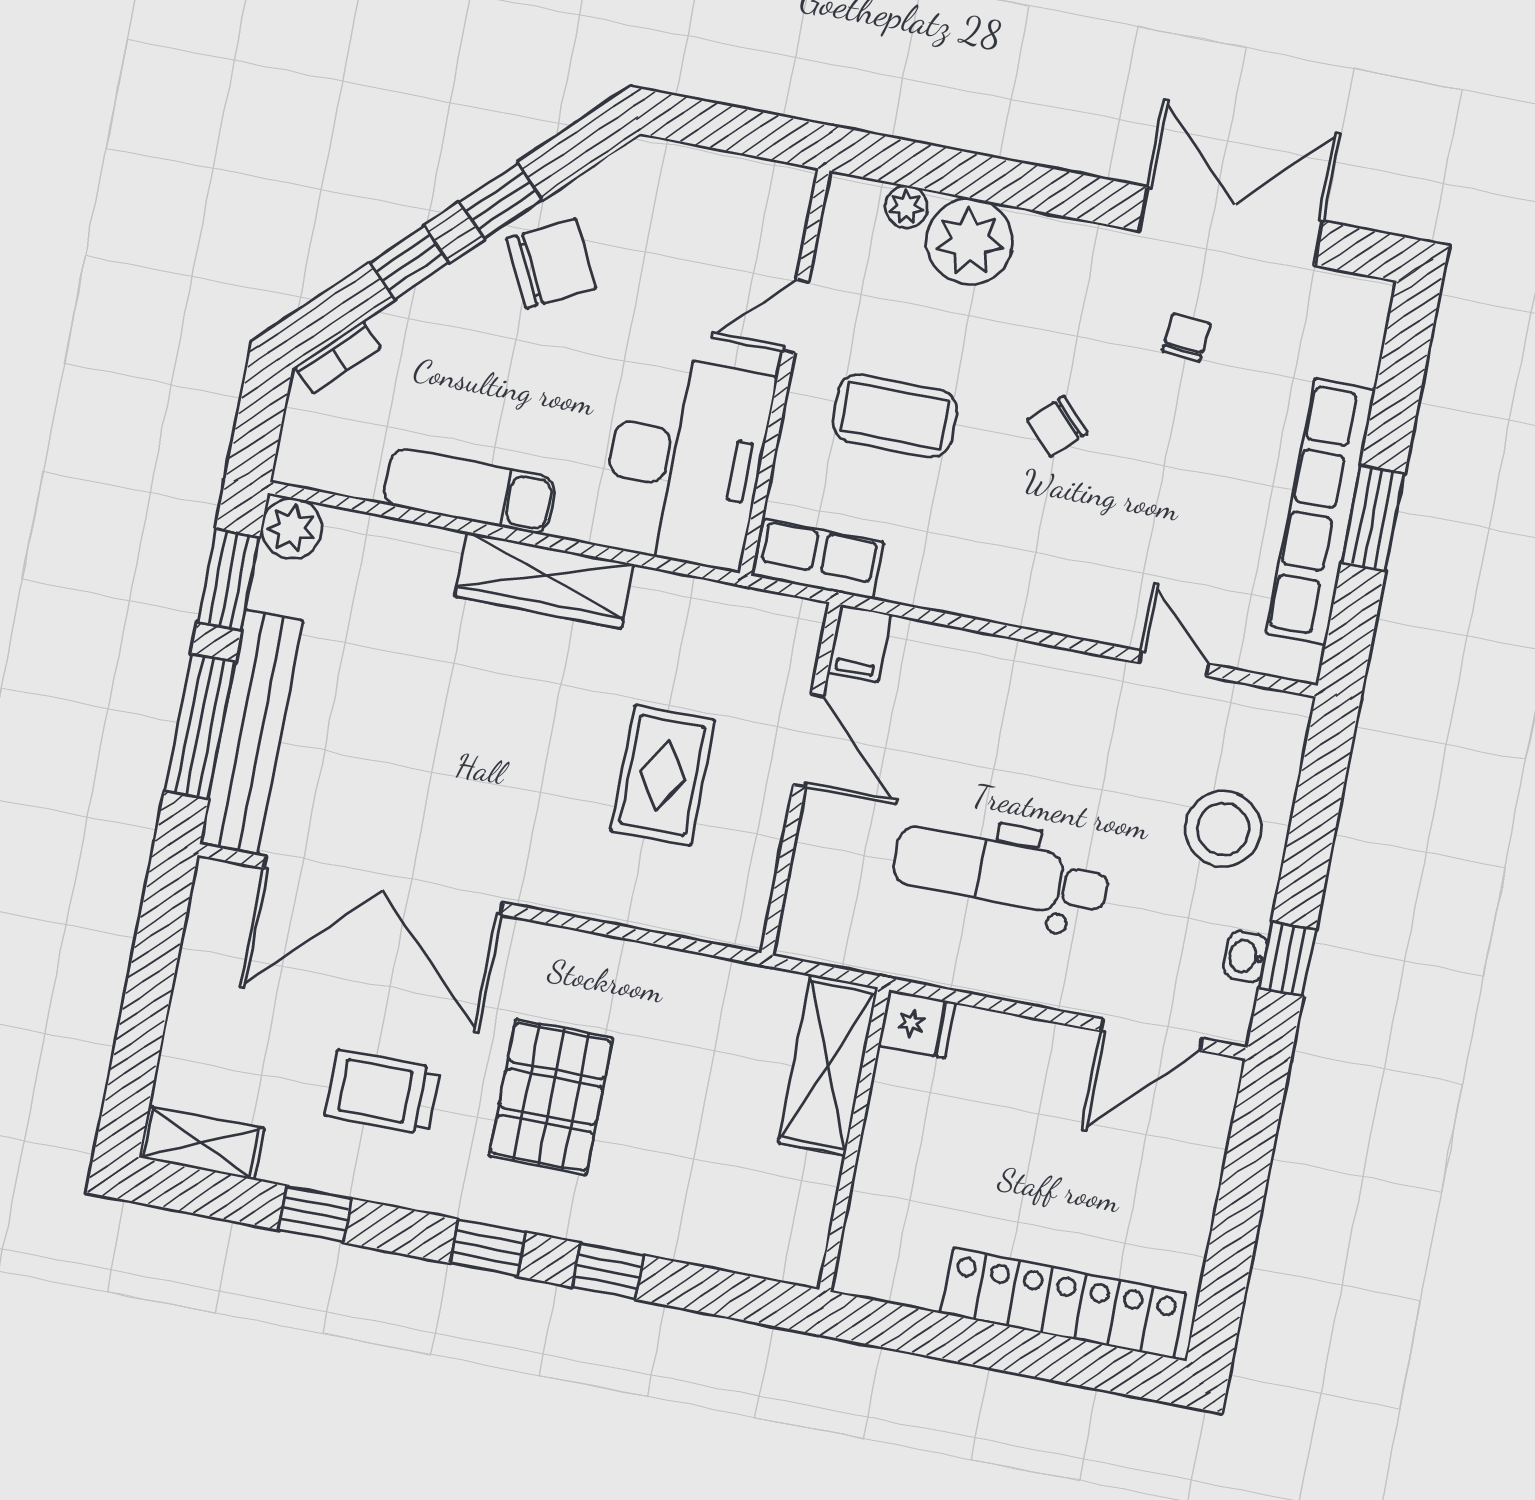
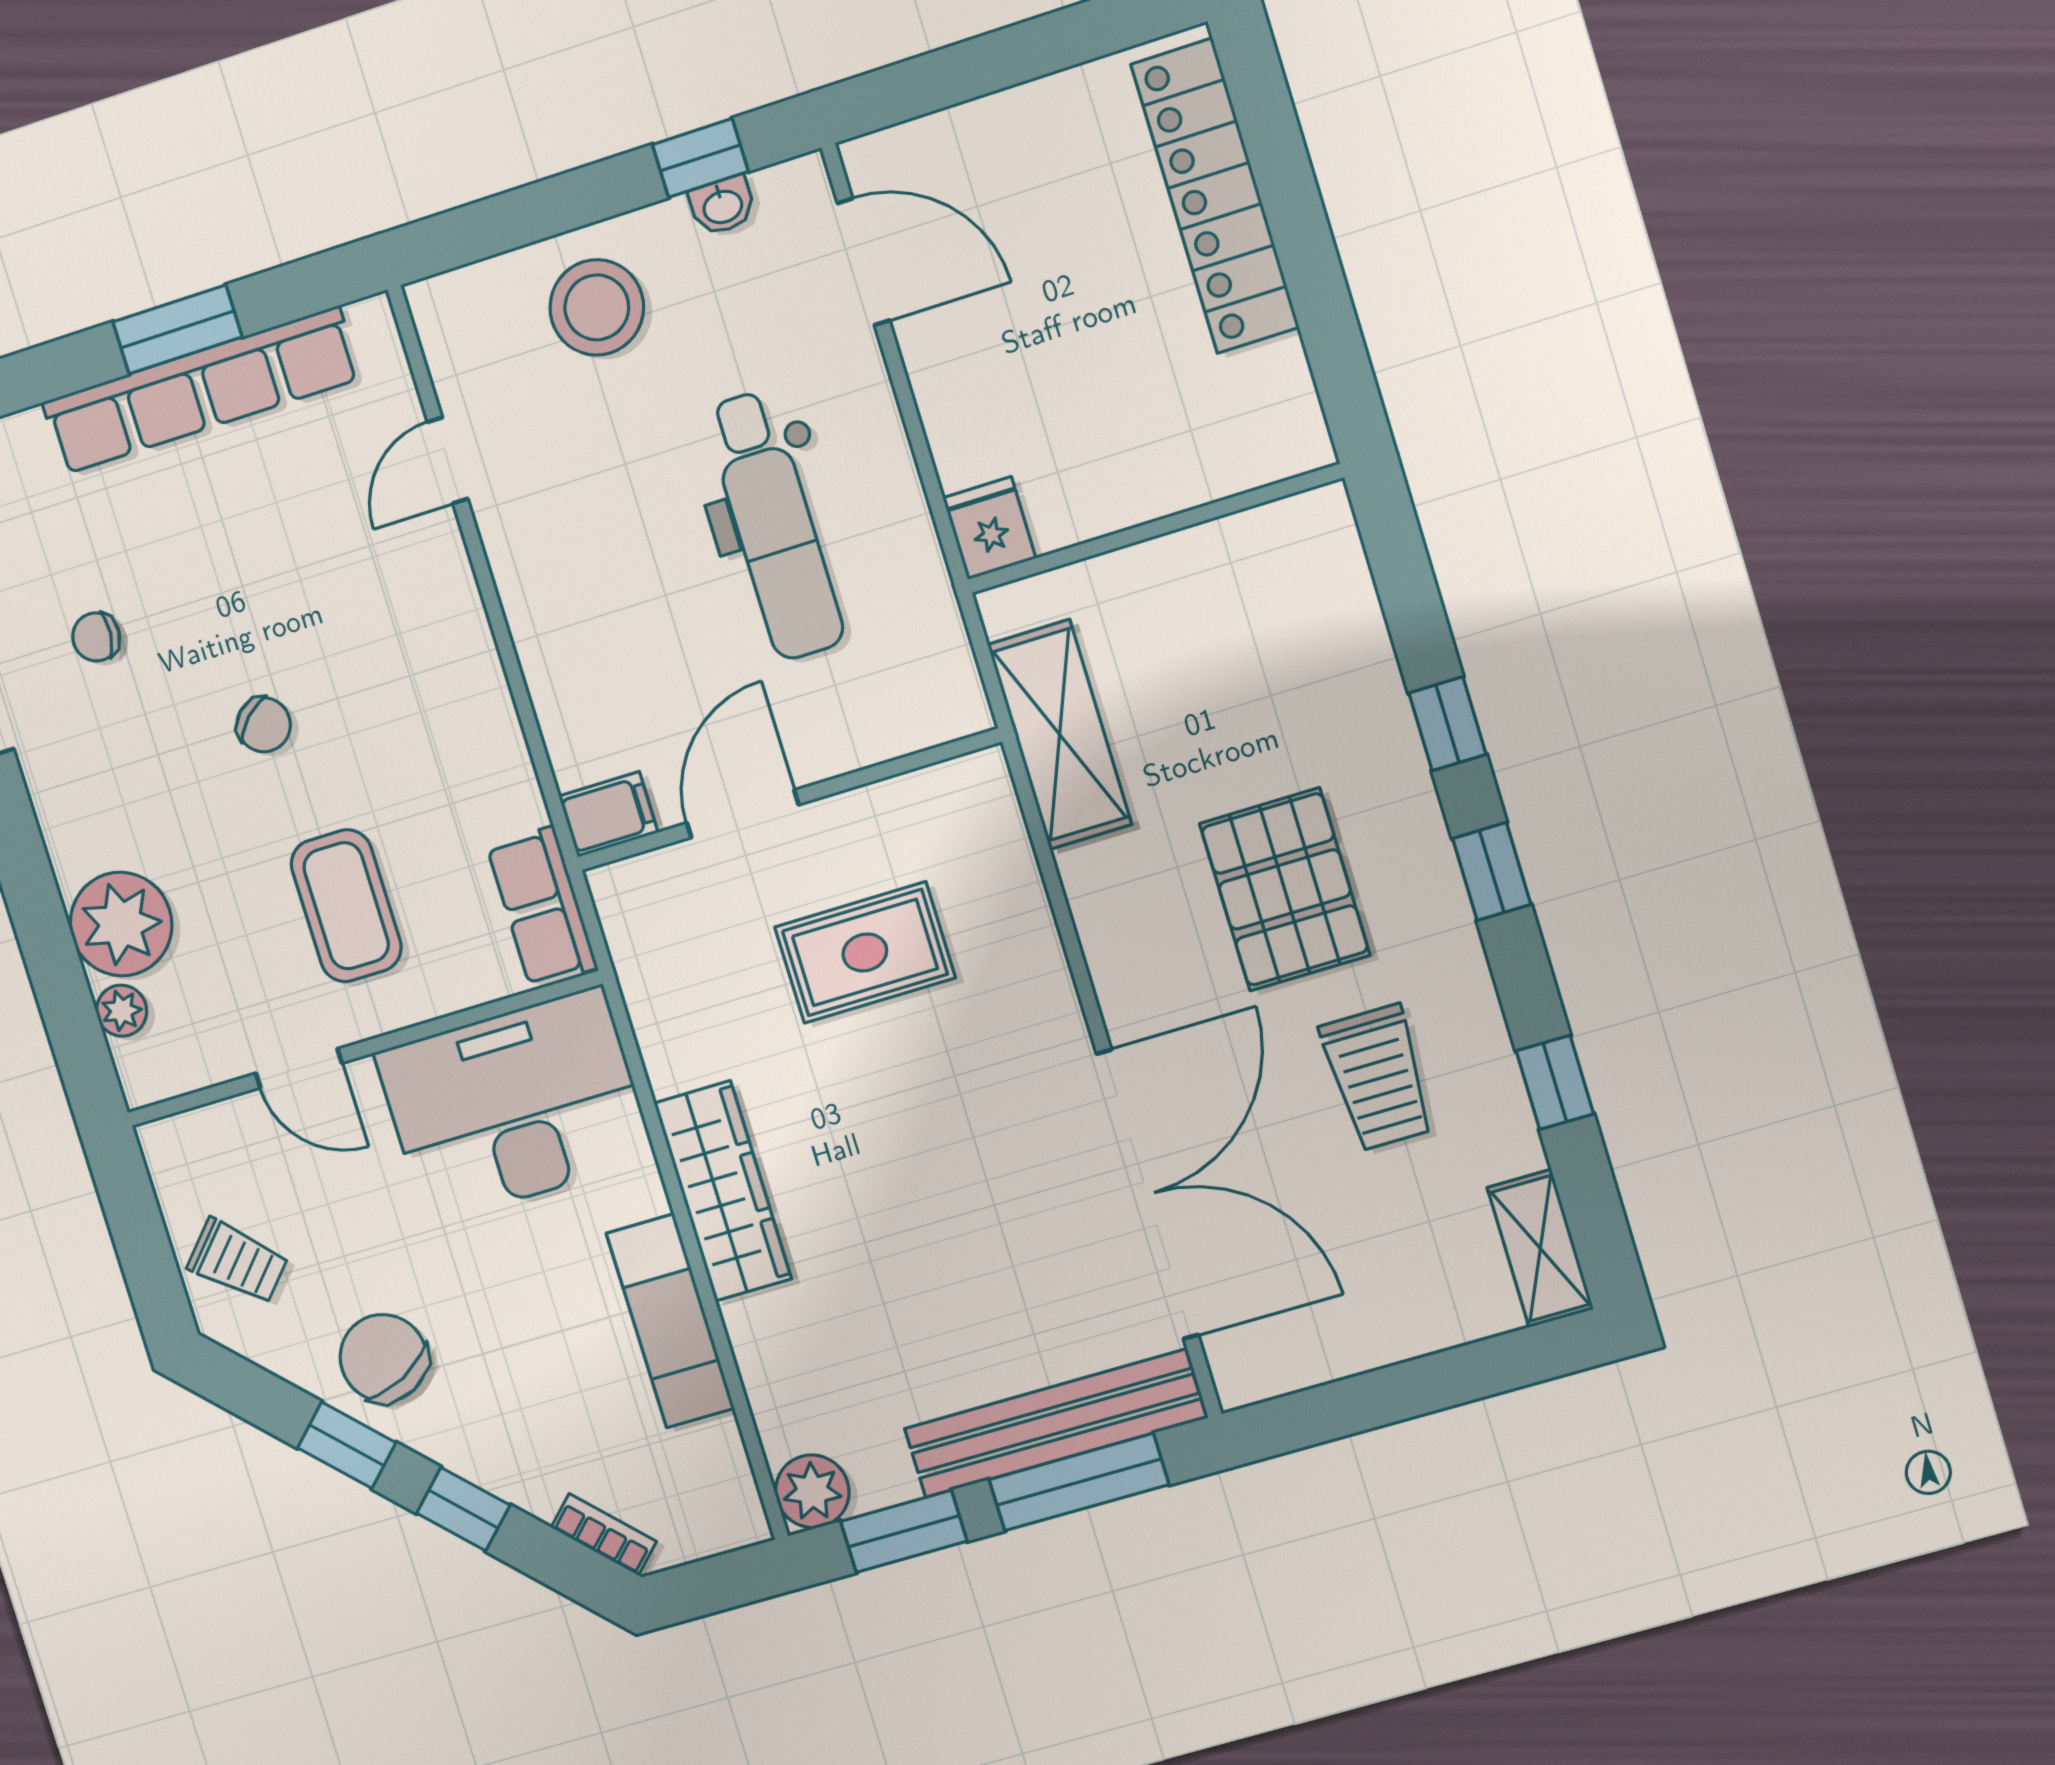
trolley: (678, 193) -> (238, 1261), added
shelving: (828, 1065) -> (1060, 735), moved, turned 90
pallet: (551, 1097) -> (1285, 889), turned 90

